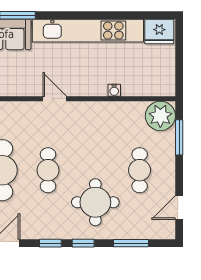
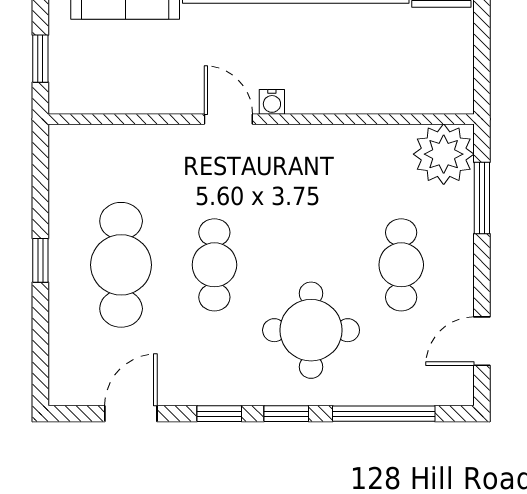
water cooler: (114, 90) -> (272, 102), moved
window: (131, 243) -> (384, 414), width x1.44

